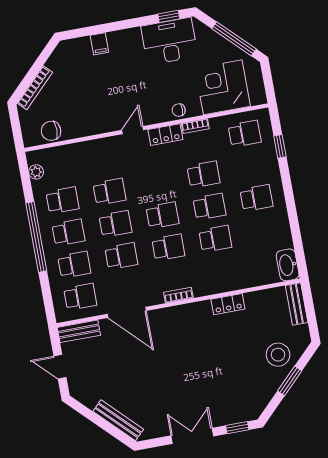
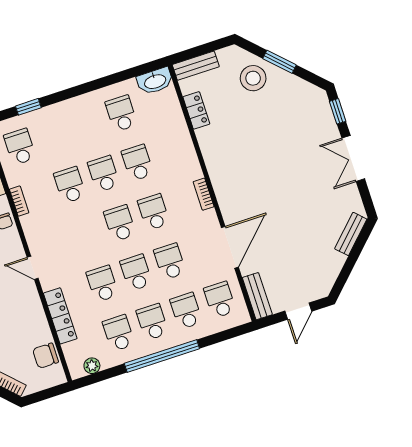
chair: (51, 131) -> (45, 356), turned 90
locker: (165, 135) -> (60, 316), moved, width x1.53
school desk: (256, 198) -> (121, 113), moved
locker: (228, 304) -> (196, 110), moved
bench: (118, 420) -> (351, 234), width x0.73

